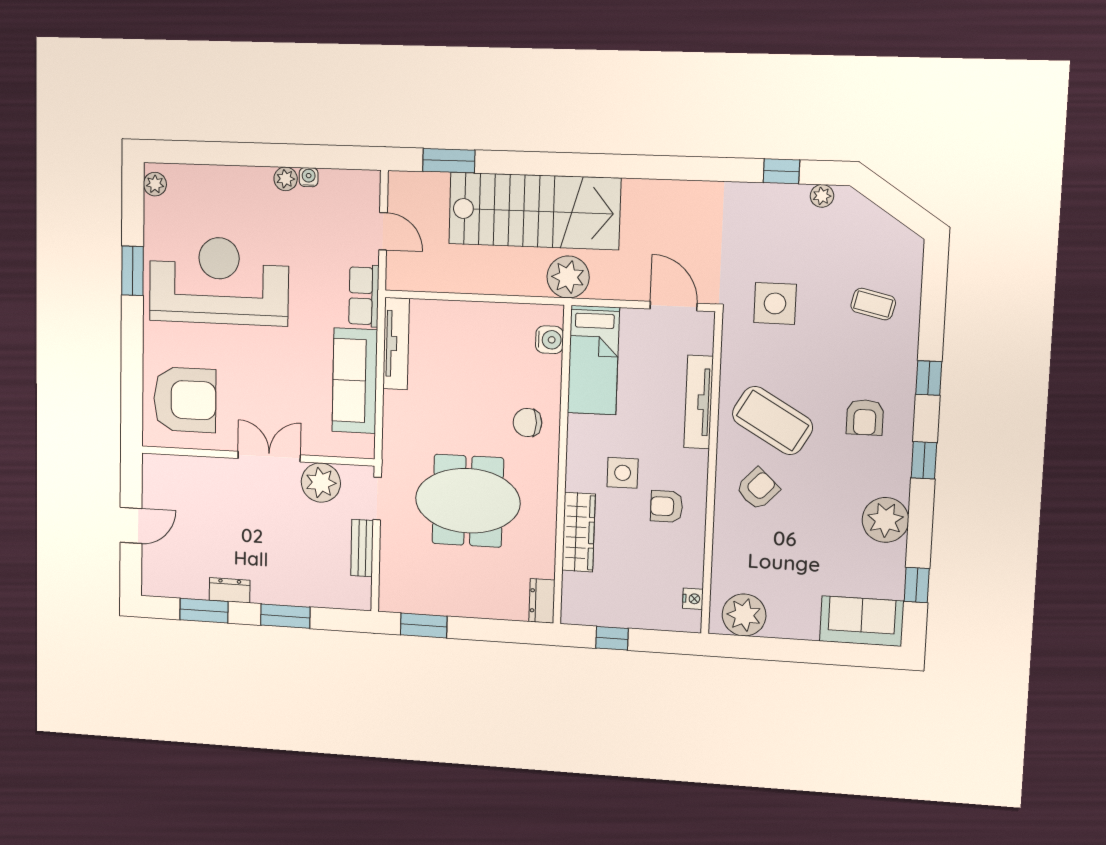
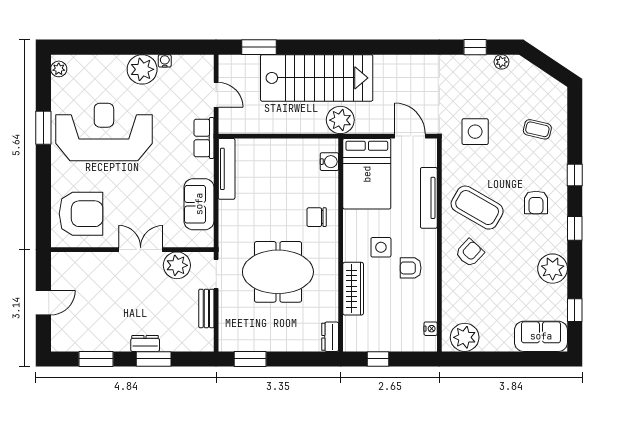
plant: (286, 179) -> (142, 69), width x1.87, depth x1.87
bed: (593, 360) -> (367, 174), width x1.50
sofa: (355, 381) -> (199, 204), width x0.73
dresser: (230, 590) -> (145, 343), moved

